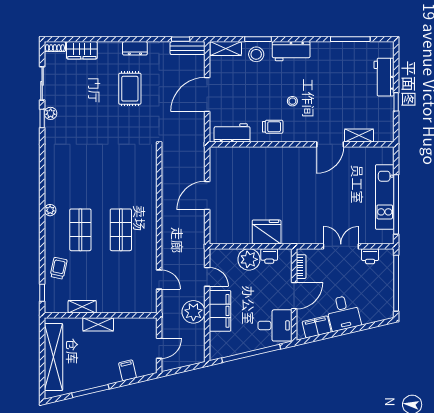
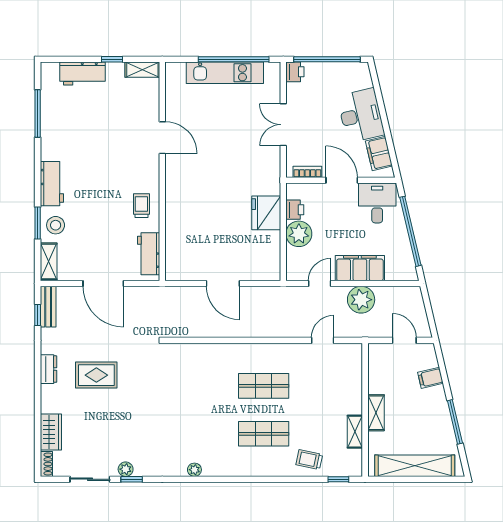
stool: (292, 101) -> (111, 182), removed
shelving: (359, 135) -> (142, 70), moved, turned 90
plant: (50, 210) -> (194, 470), moved
printer: (370, 256) -> (295, 72), moved
desk: (343, 313) -> (361, 115), width x1.37

